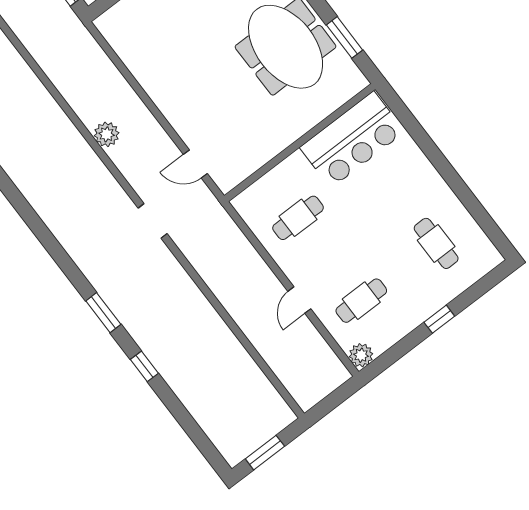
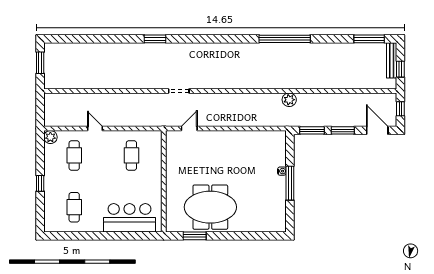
plant: (107, 134) -> (289, 100), moved
bar counter: (352, 140) -> (130, 218), moved, turned 90
cafe table: (436, 243) -> (74, 207), turned 90
window: (144, 366) -> (118, 39), removed

